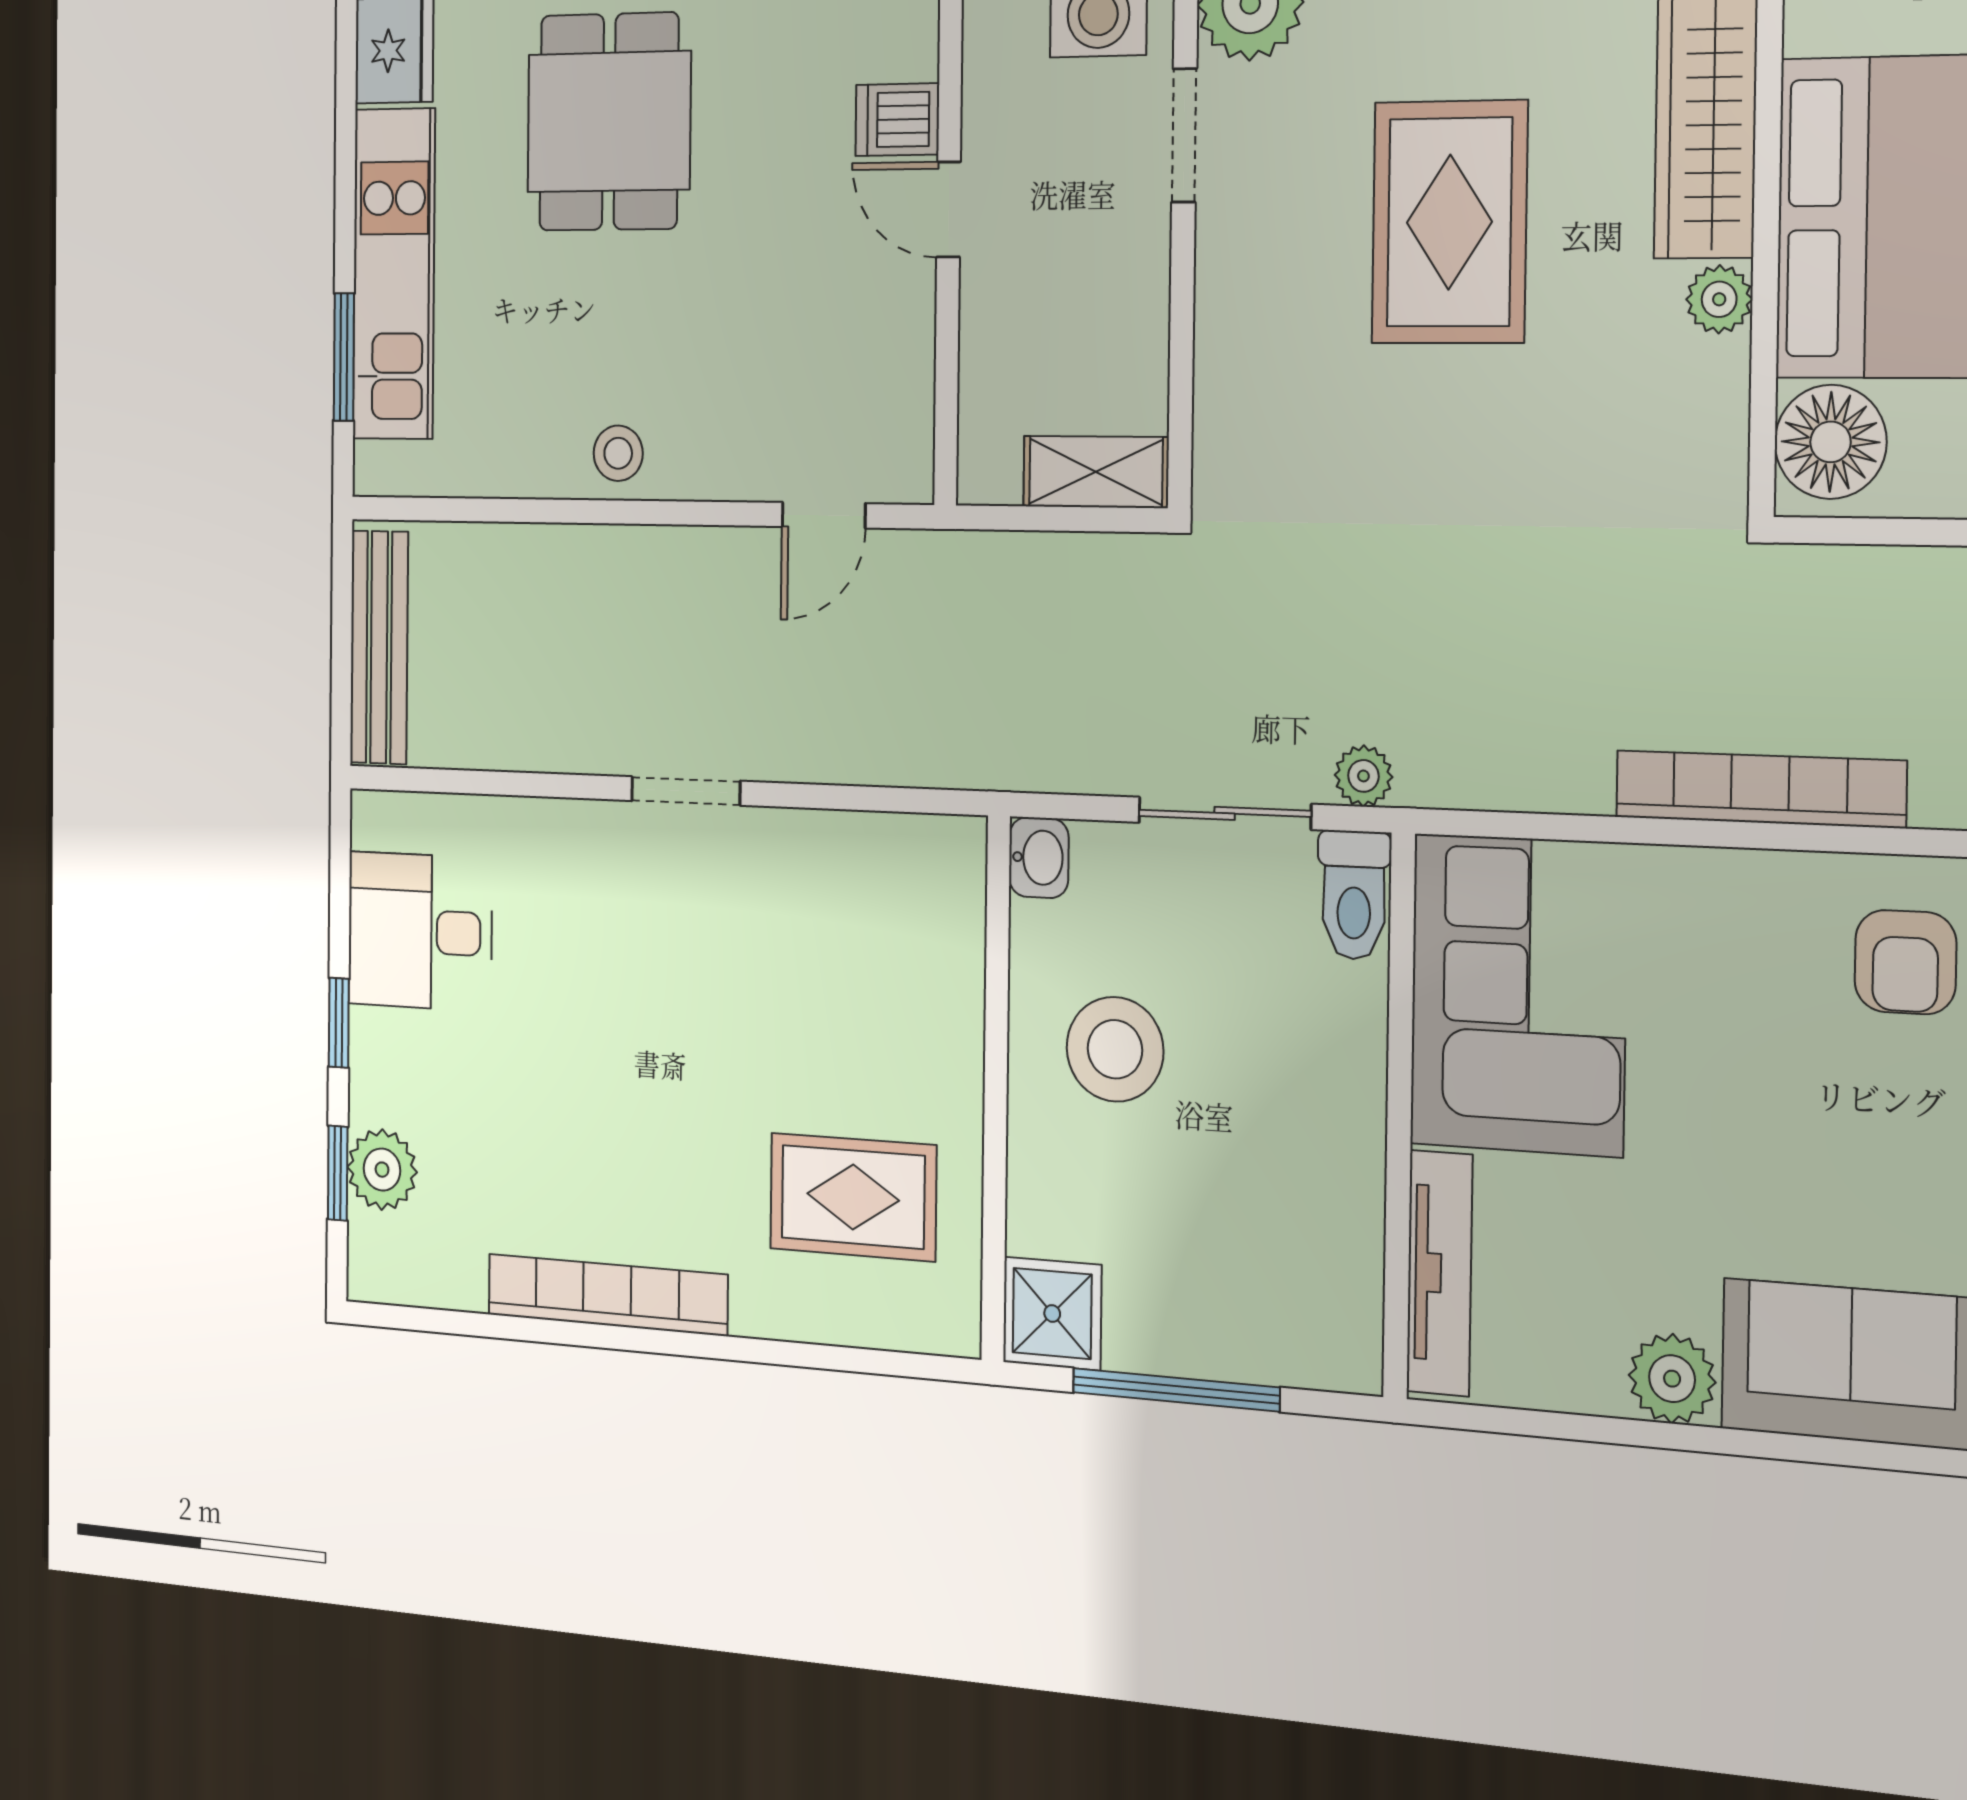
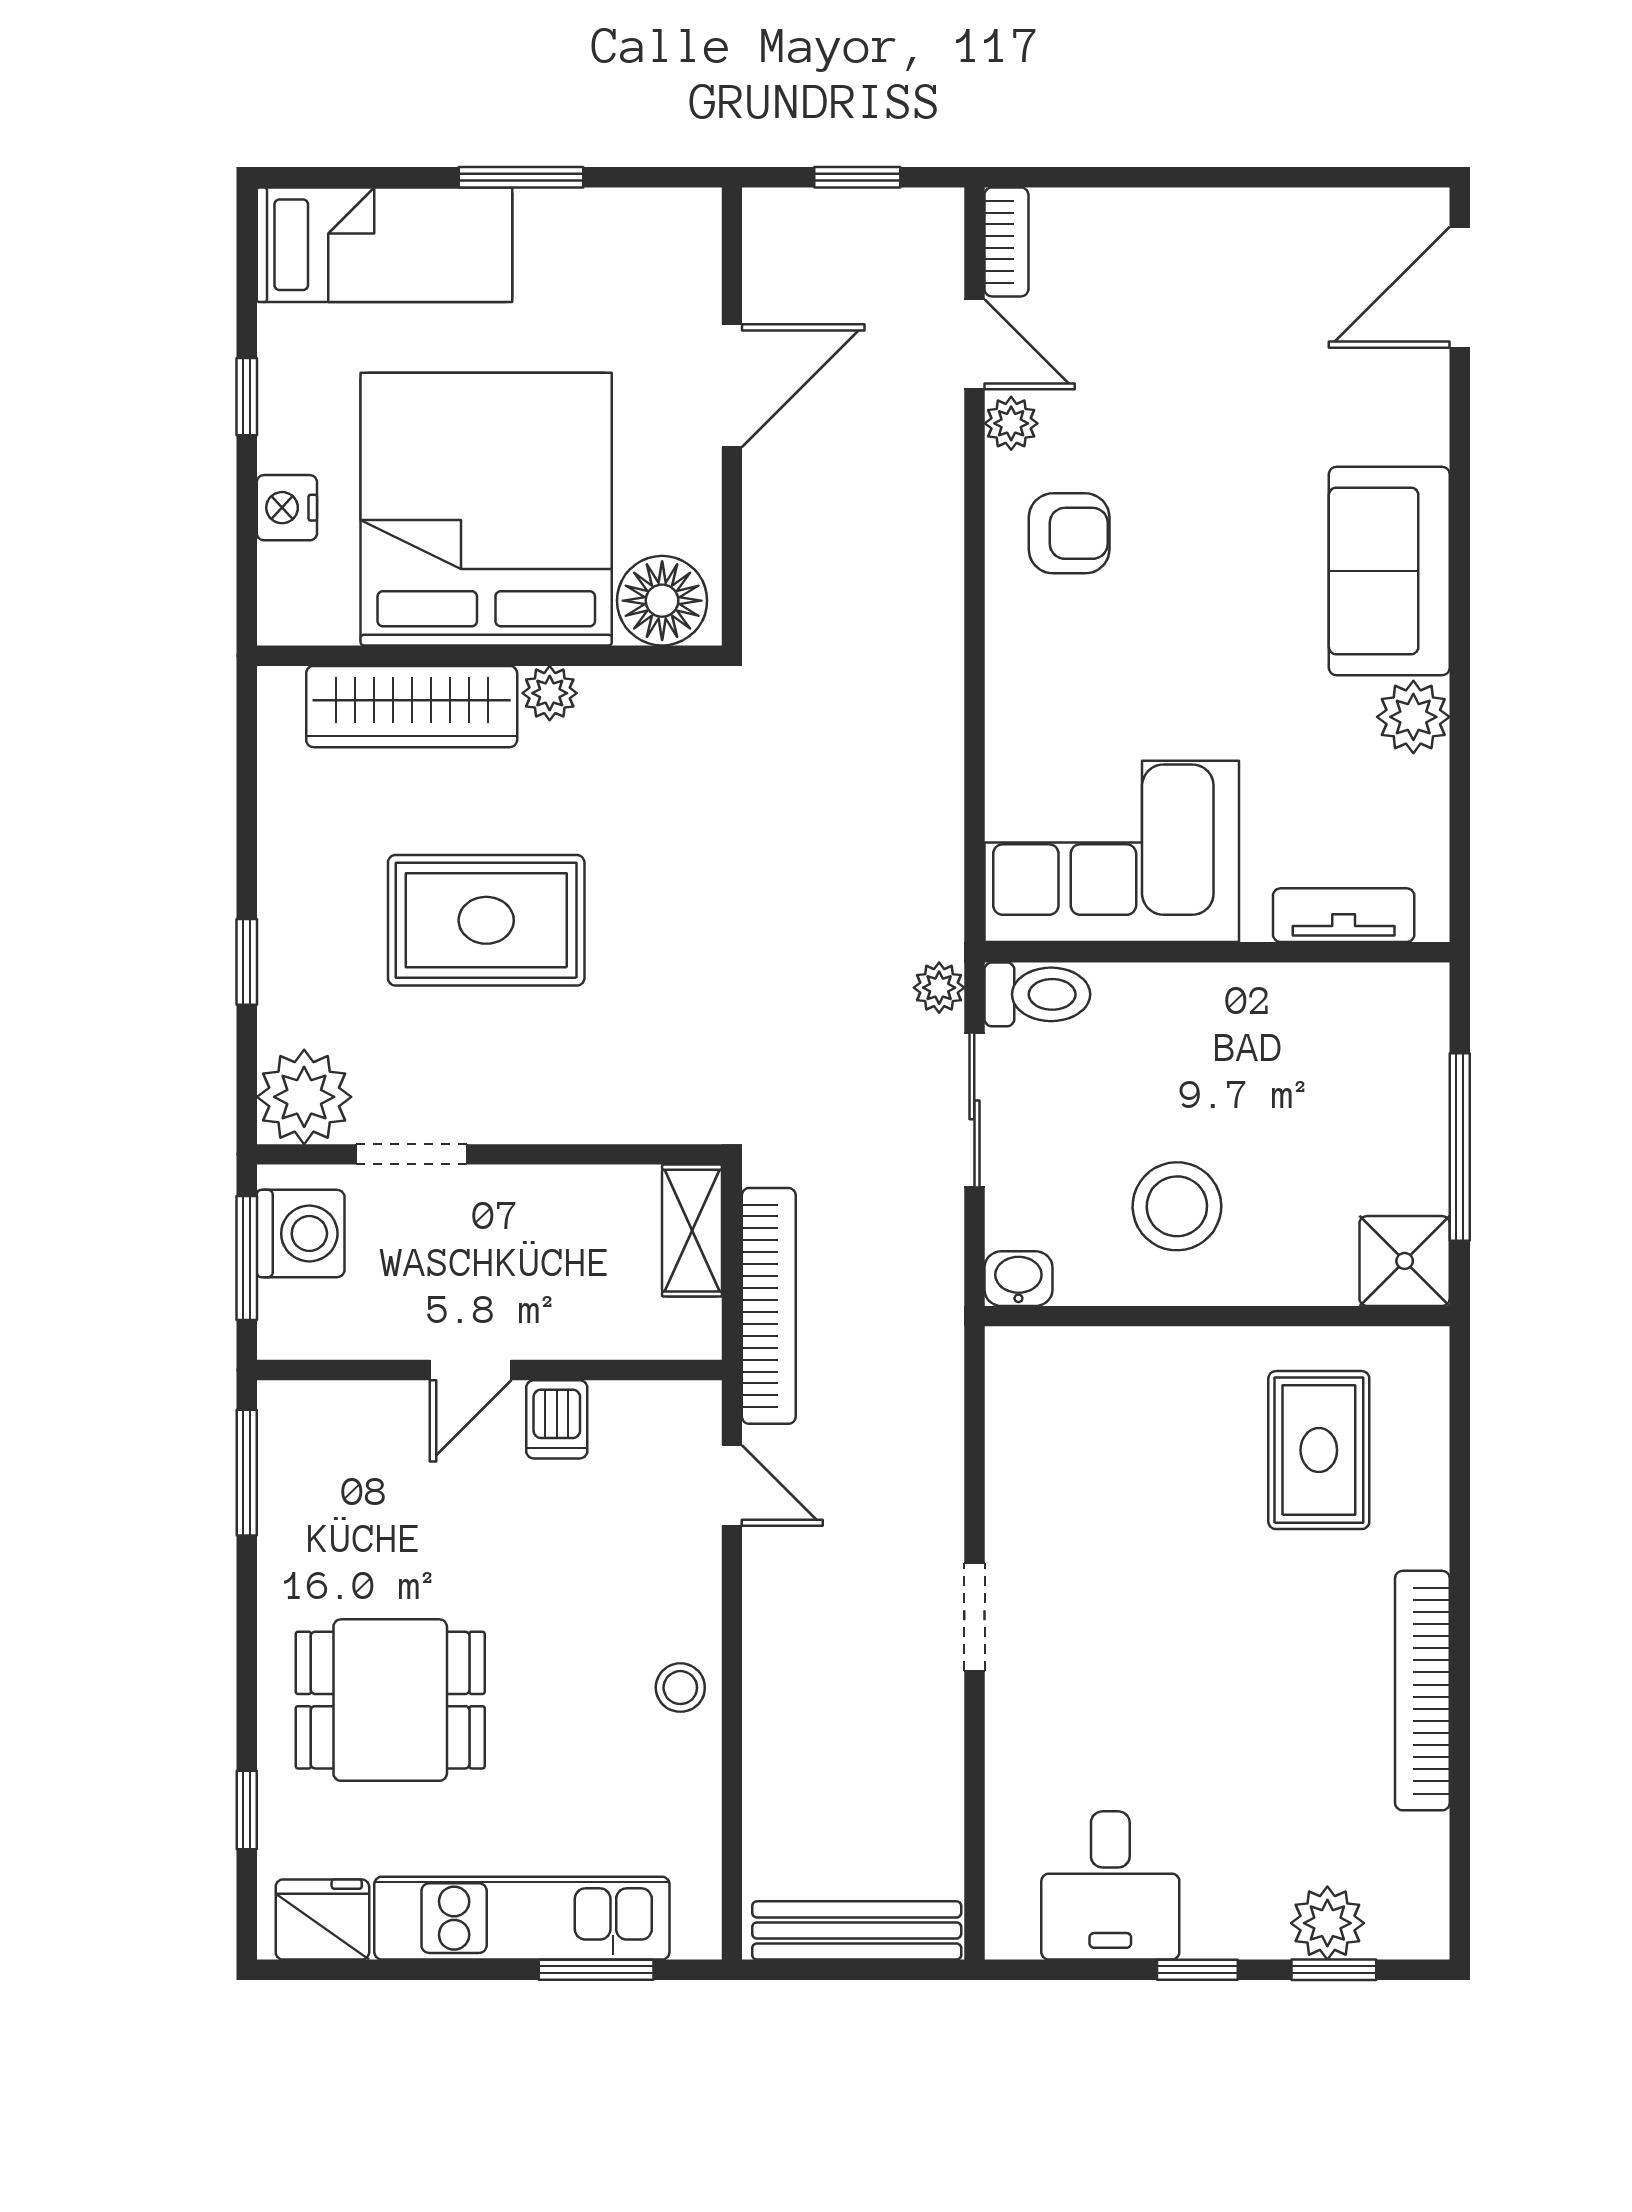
dishwasher: (897, 120) -> (557, 1419), moved
bookcase: (1760, 789) -> (769, 1306), moved, turned 180
tv unit: (1440, 1273) -> (1344, 915), width x0.71

